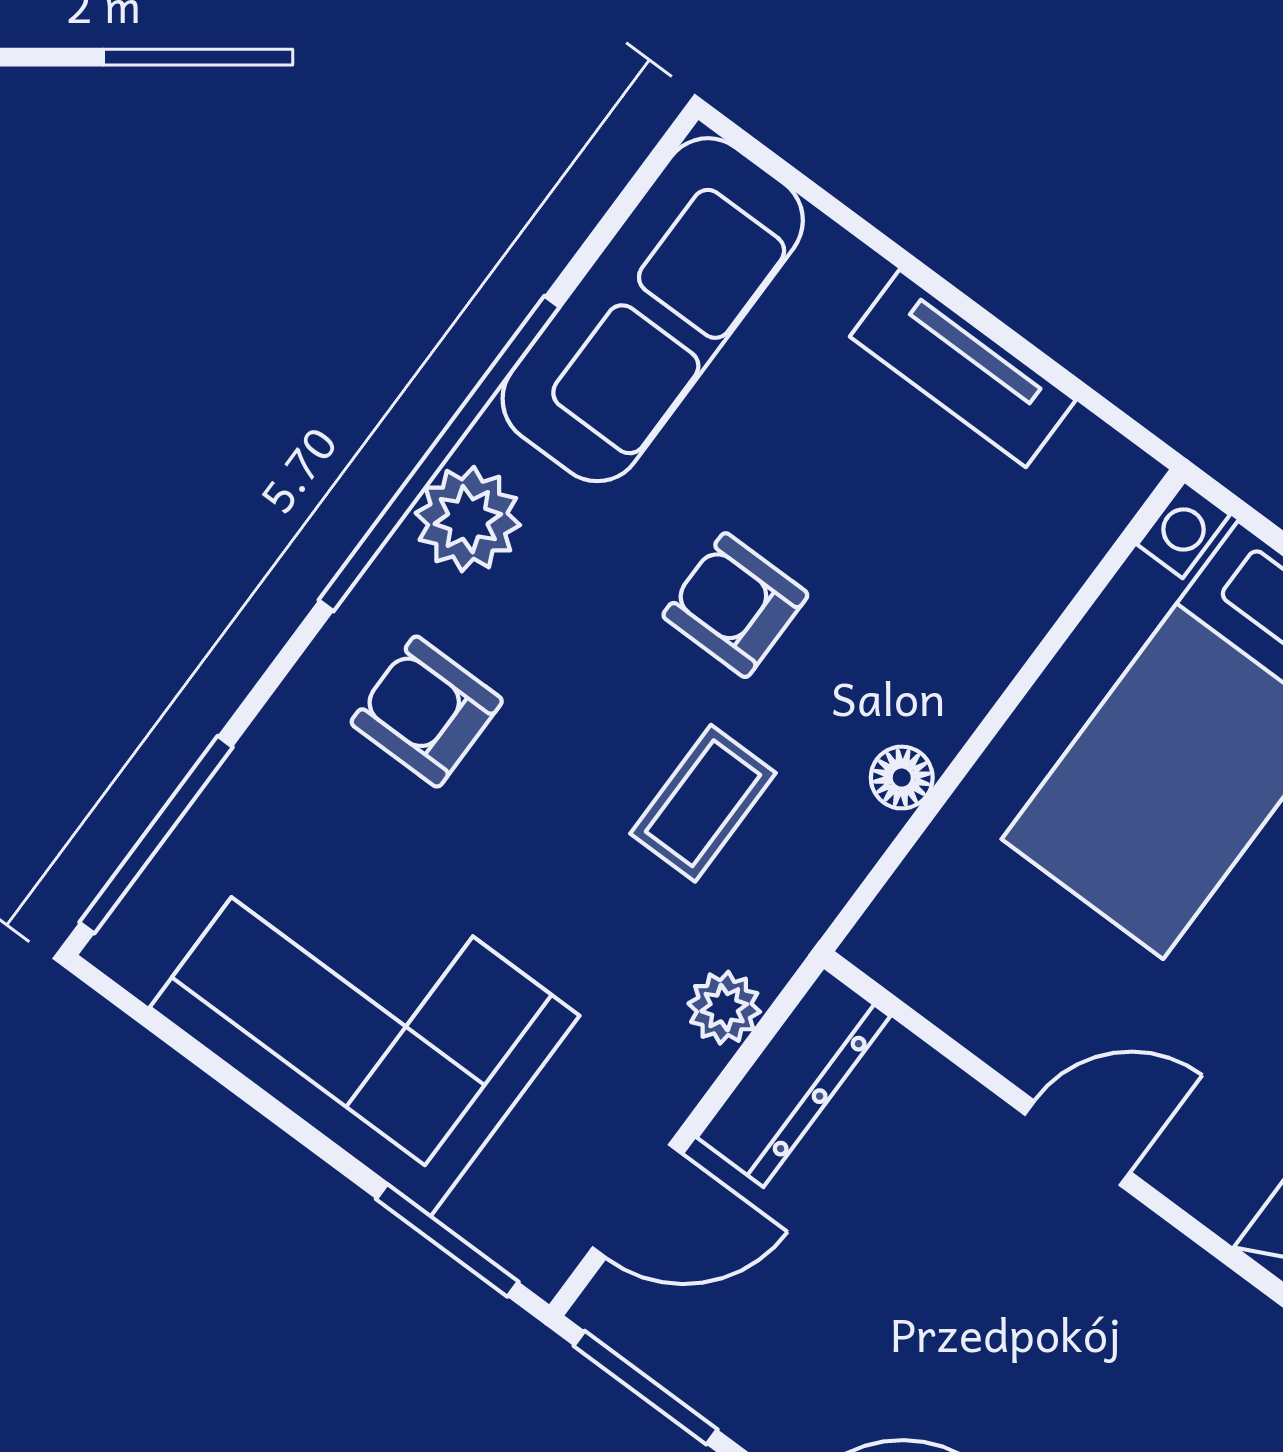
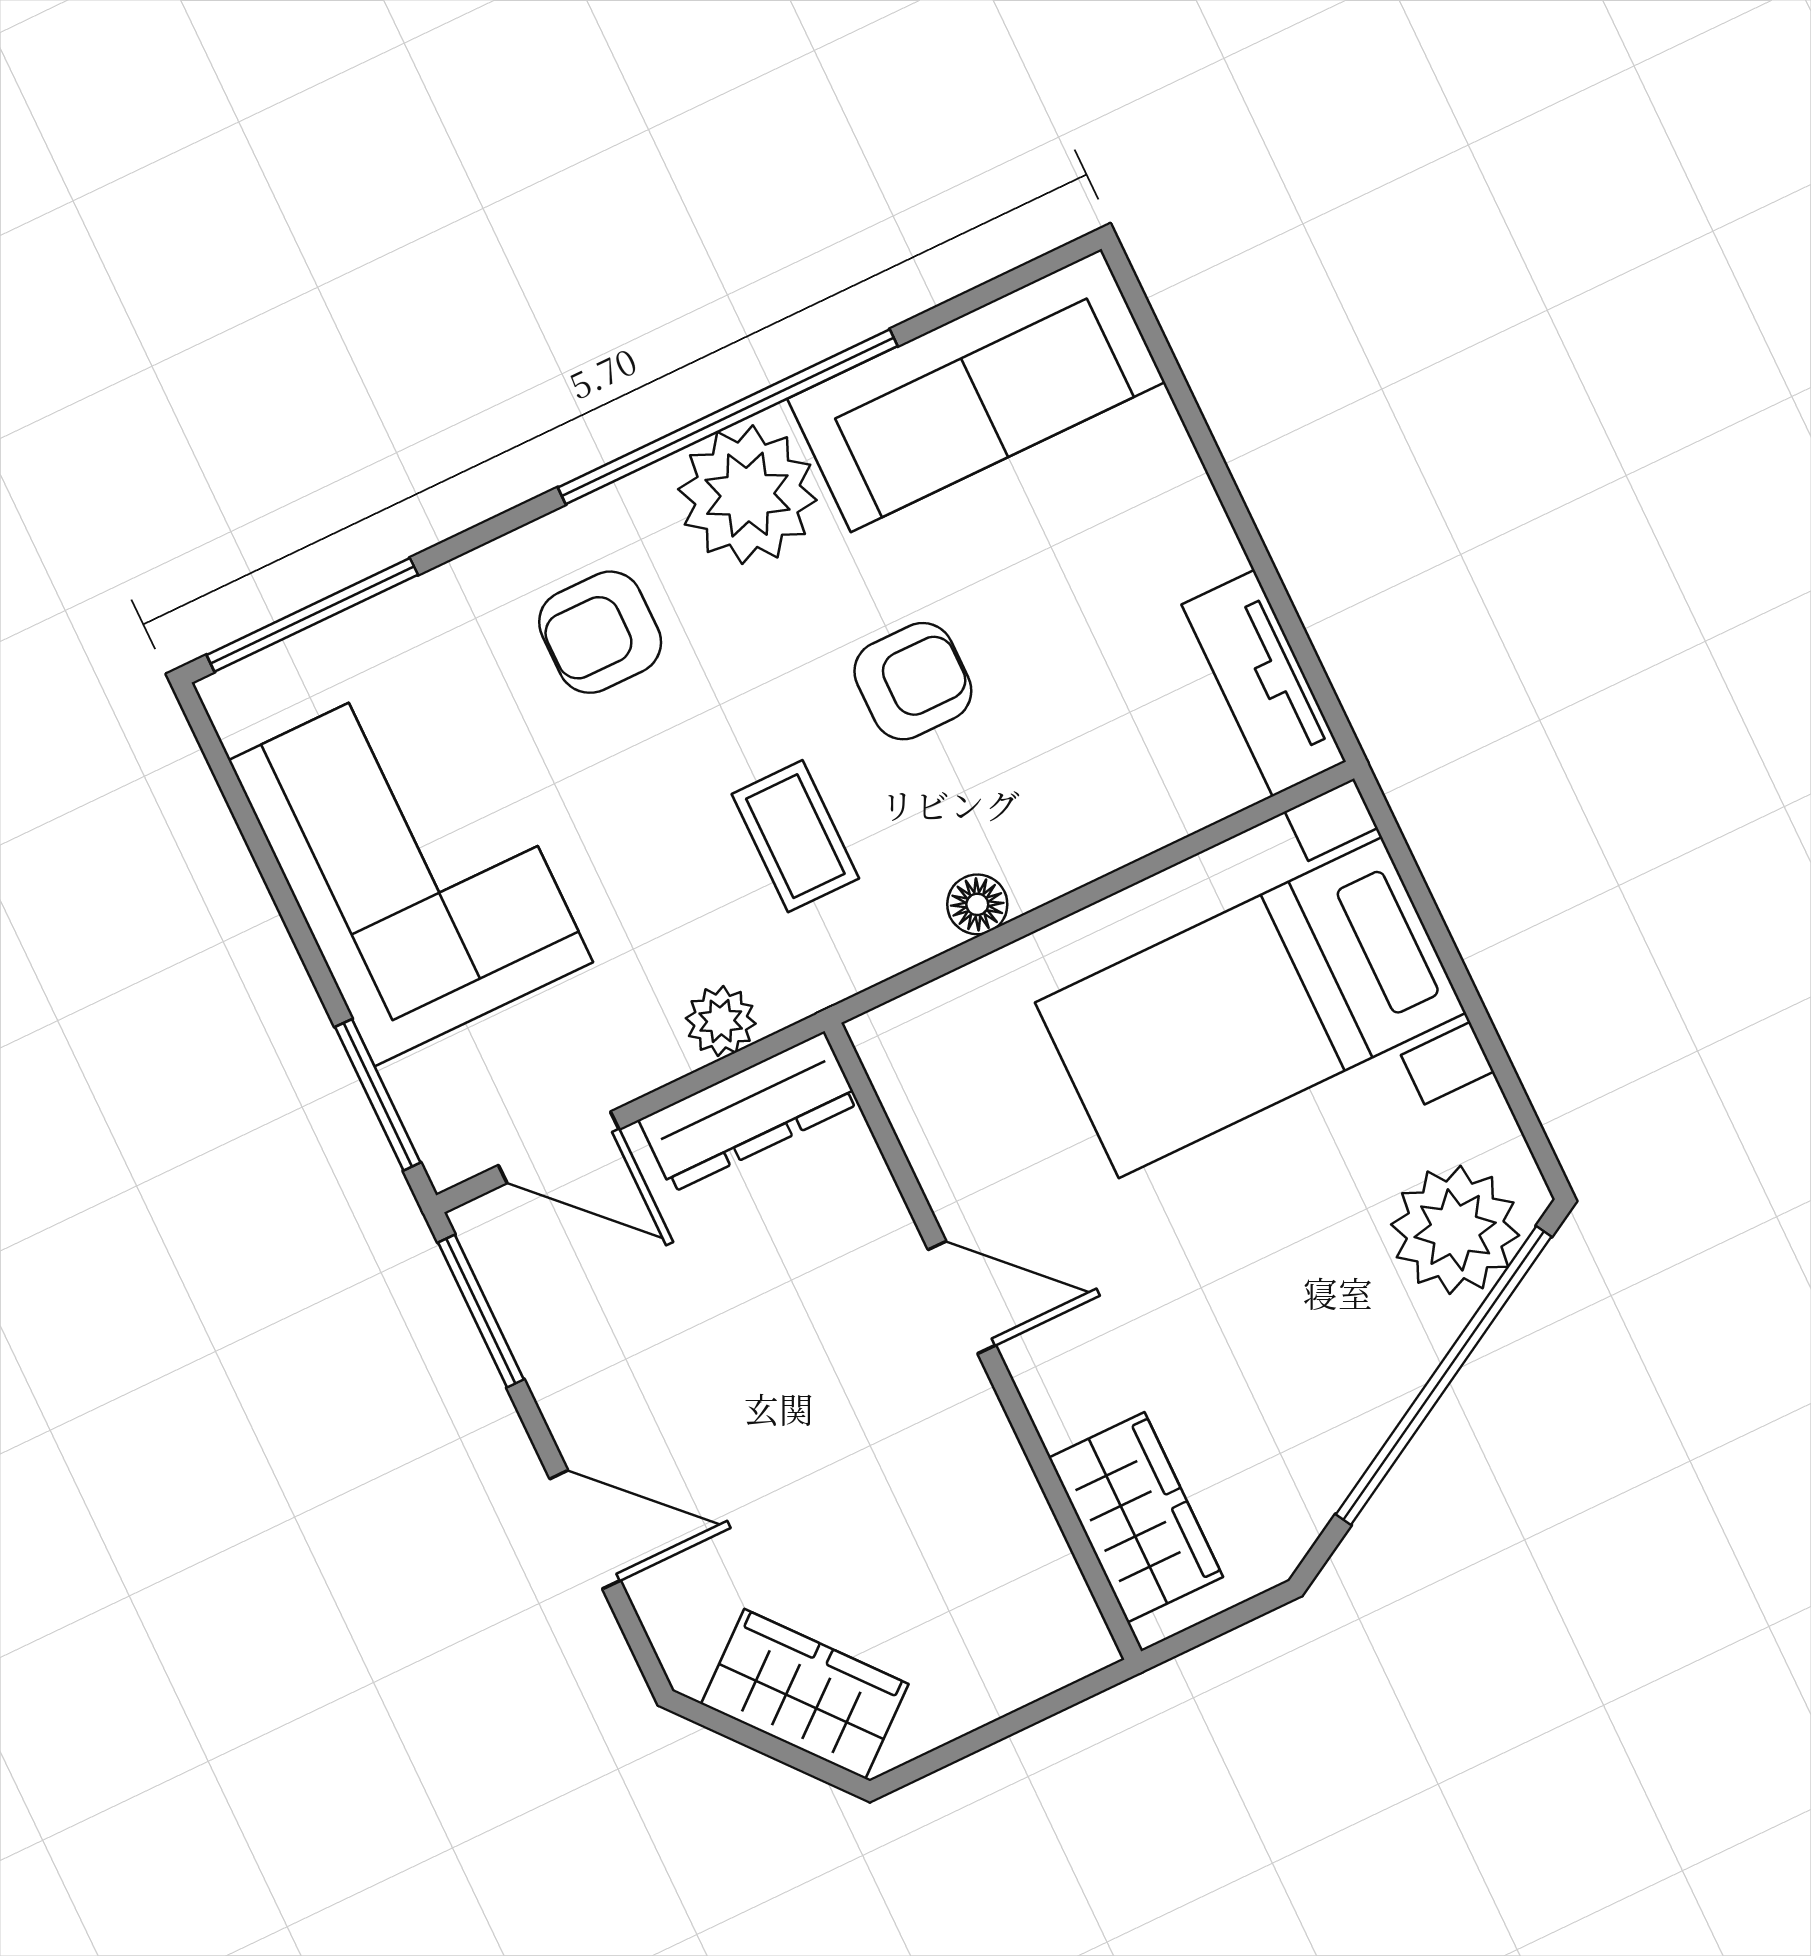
tv unit: (963, 368) -> (1264, 683), moved
plant: (468, 519) -> (747, 495), width x1.36, depth x1.36
armchair: (735, 605) -> (913, 681), turned 90
armchair: (427, 712) -> (600, 632), turned -90
coffee table: (703, 803) -> (795, 836), turned 90

